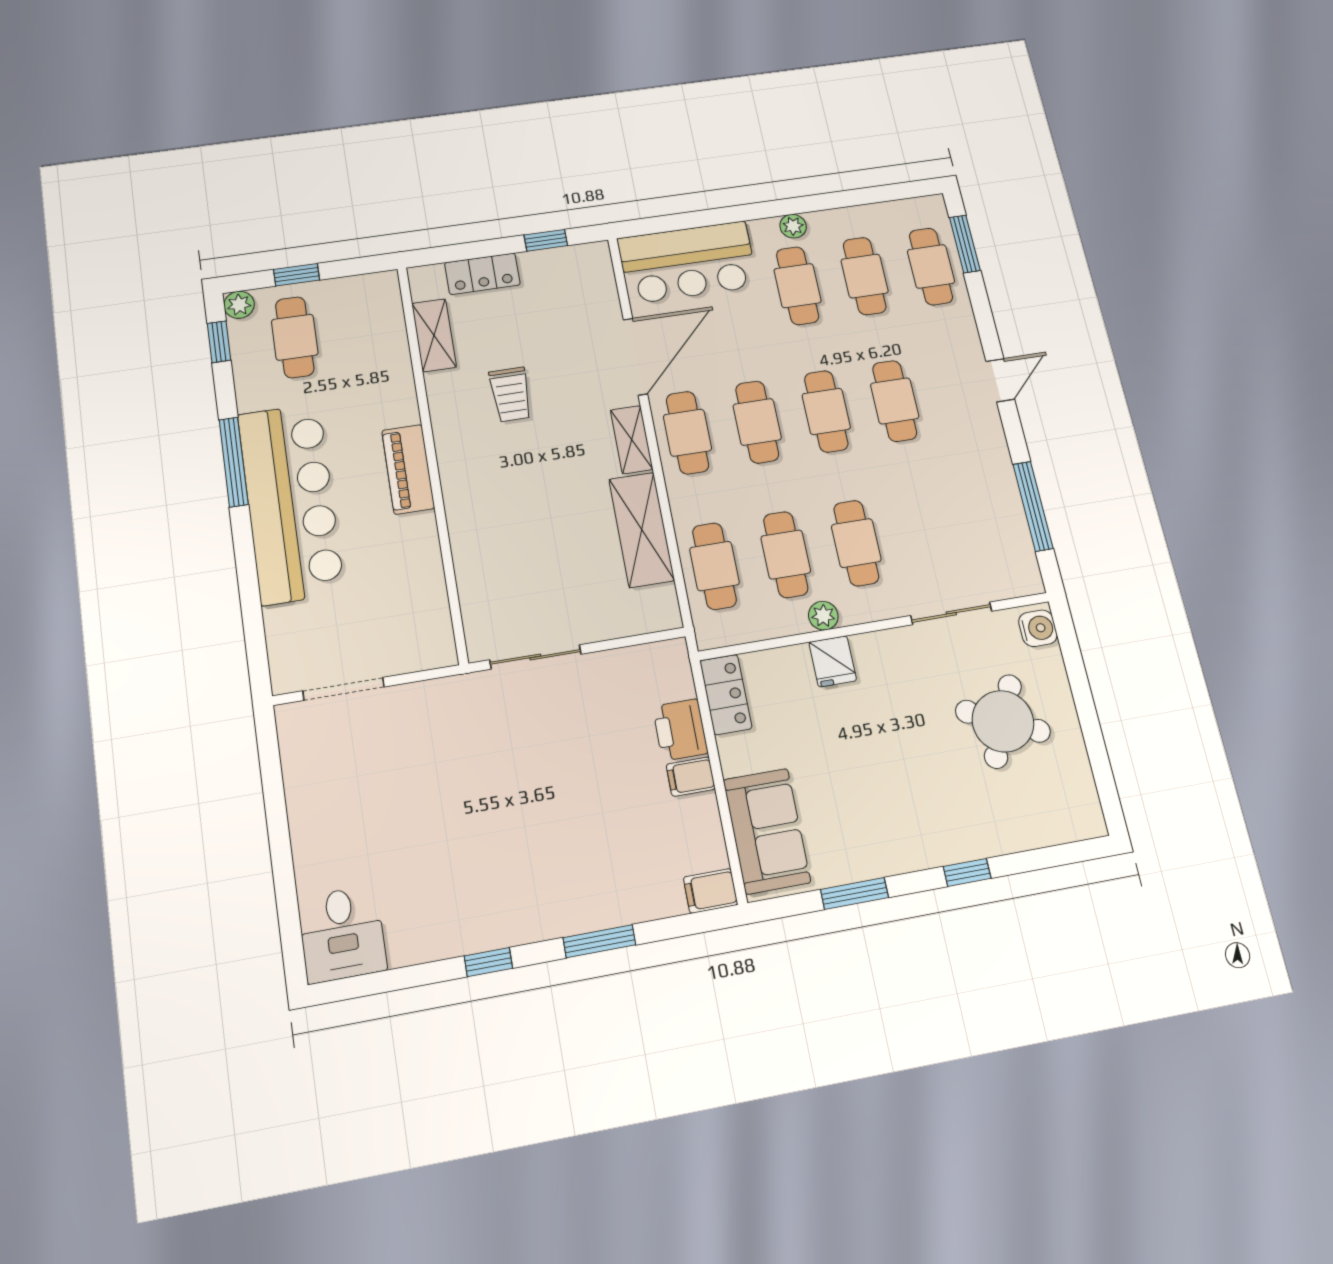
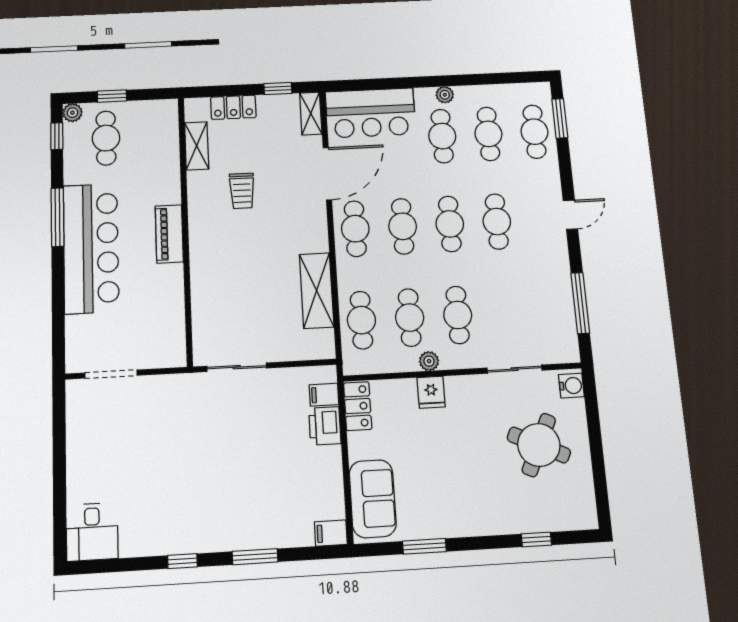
shelving: (632, 440) -> (311, 114), moved
filing cabinet: (691, 777) -> (324, 395), moved
window: (967, 872) -> (536, 539), moved

